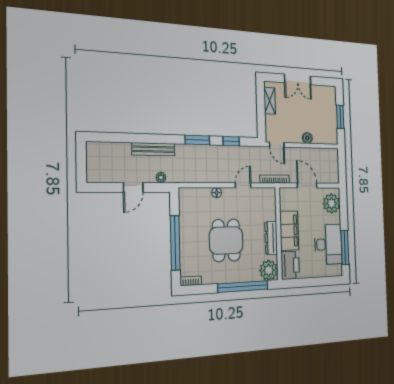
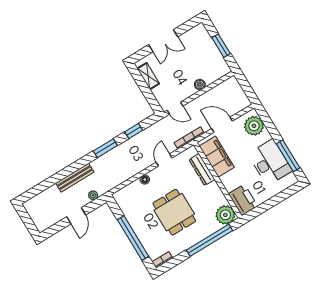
filing cabinet: (289, 231) -> (217, 157), moved
dresser: (271, 238) -> (202, 170), moved

